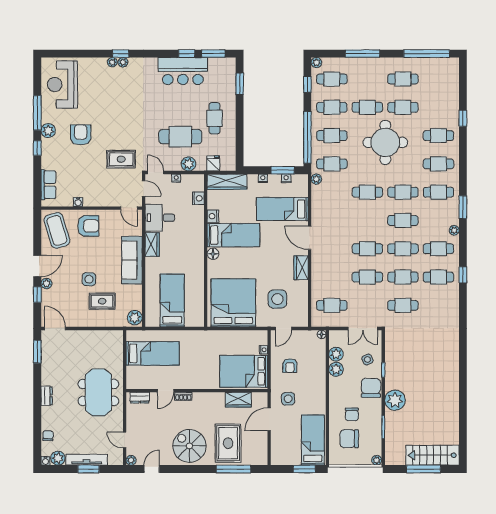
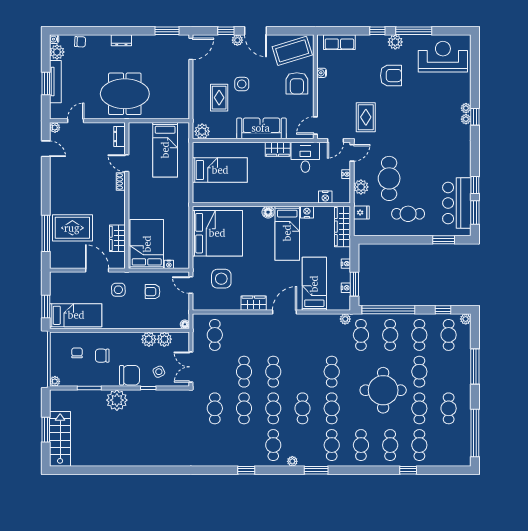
bar counter: (183, 71) -> (457, 203), moved
cafe table: (438, 277) -> (419, 445), moved
chair: (349, 439) -> (77, 353), width x0.54, depth x0.54
spiral stairs: (189, 446) -> (70, 188), removed
window: (424, 469) -> (46, 430), width x0.69

